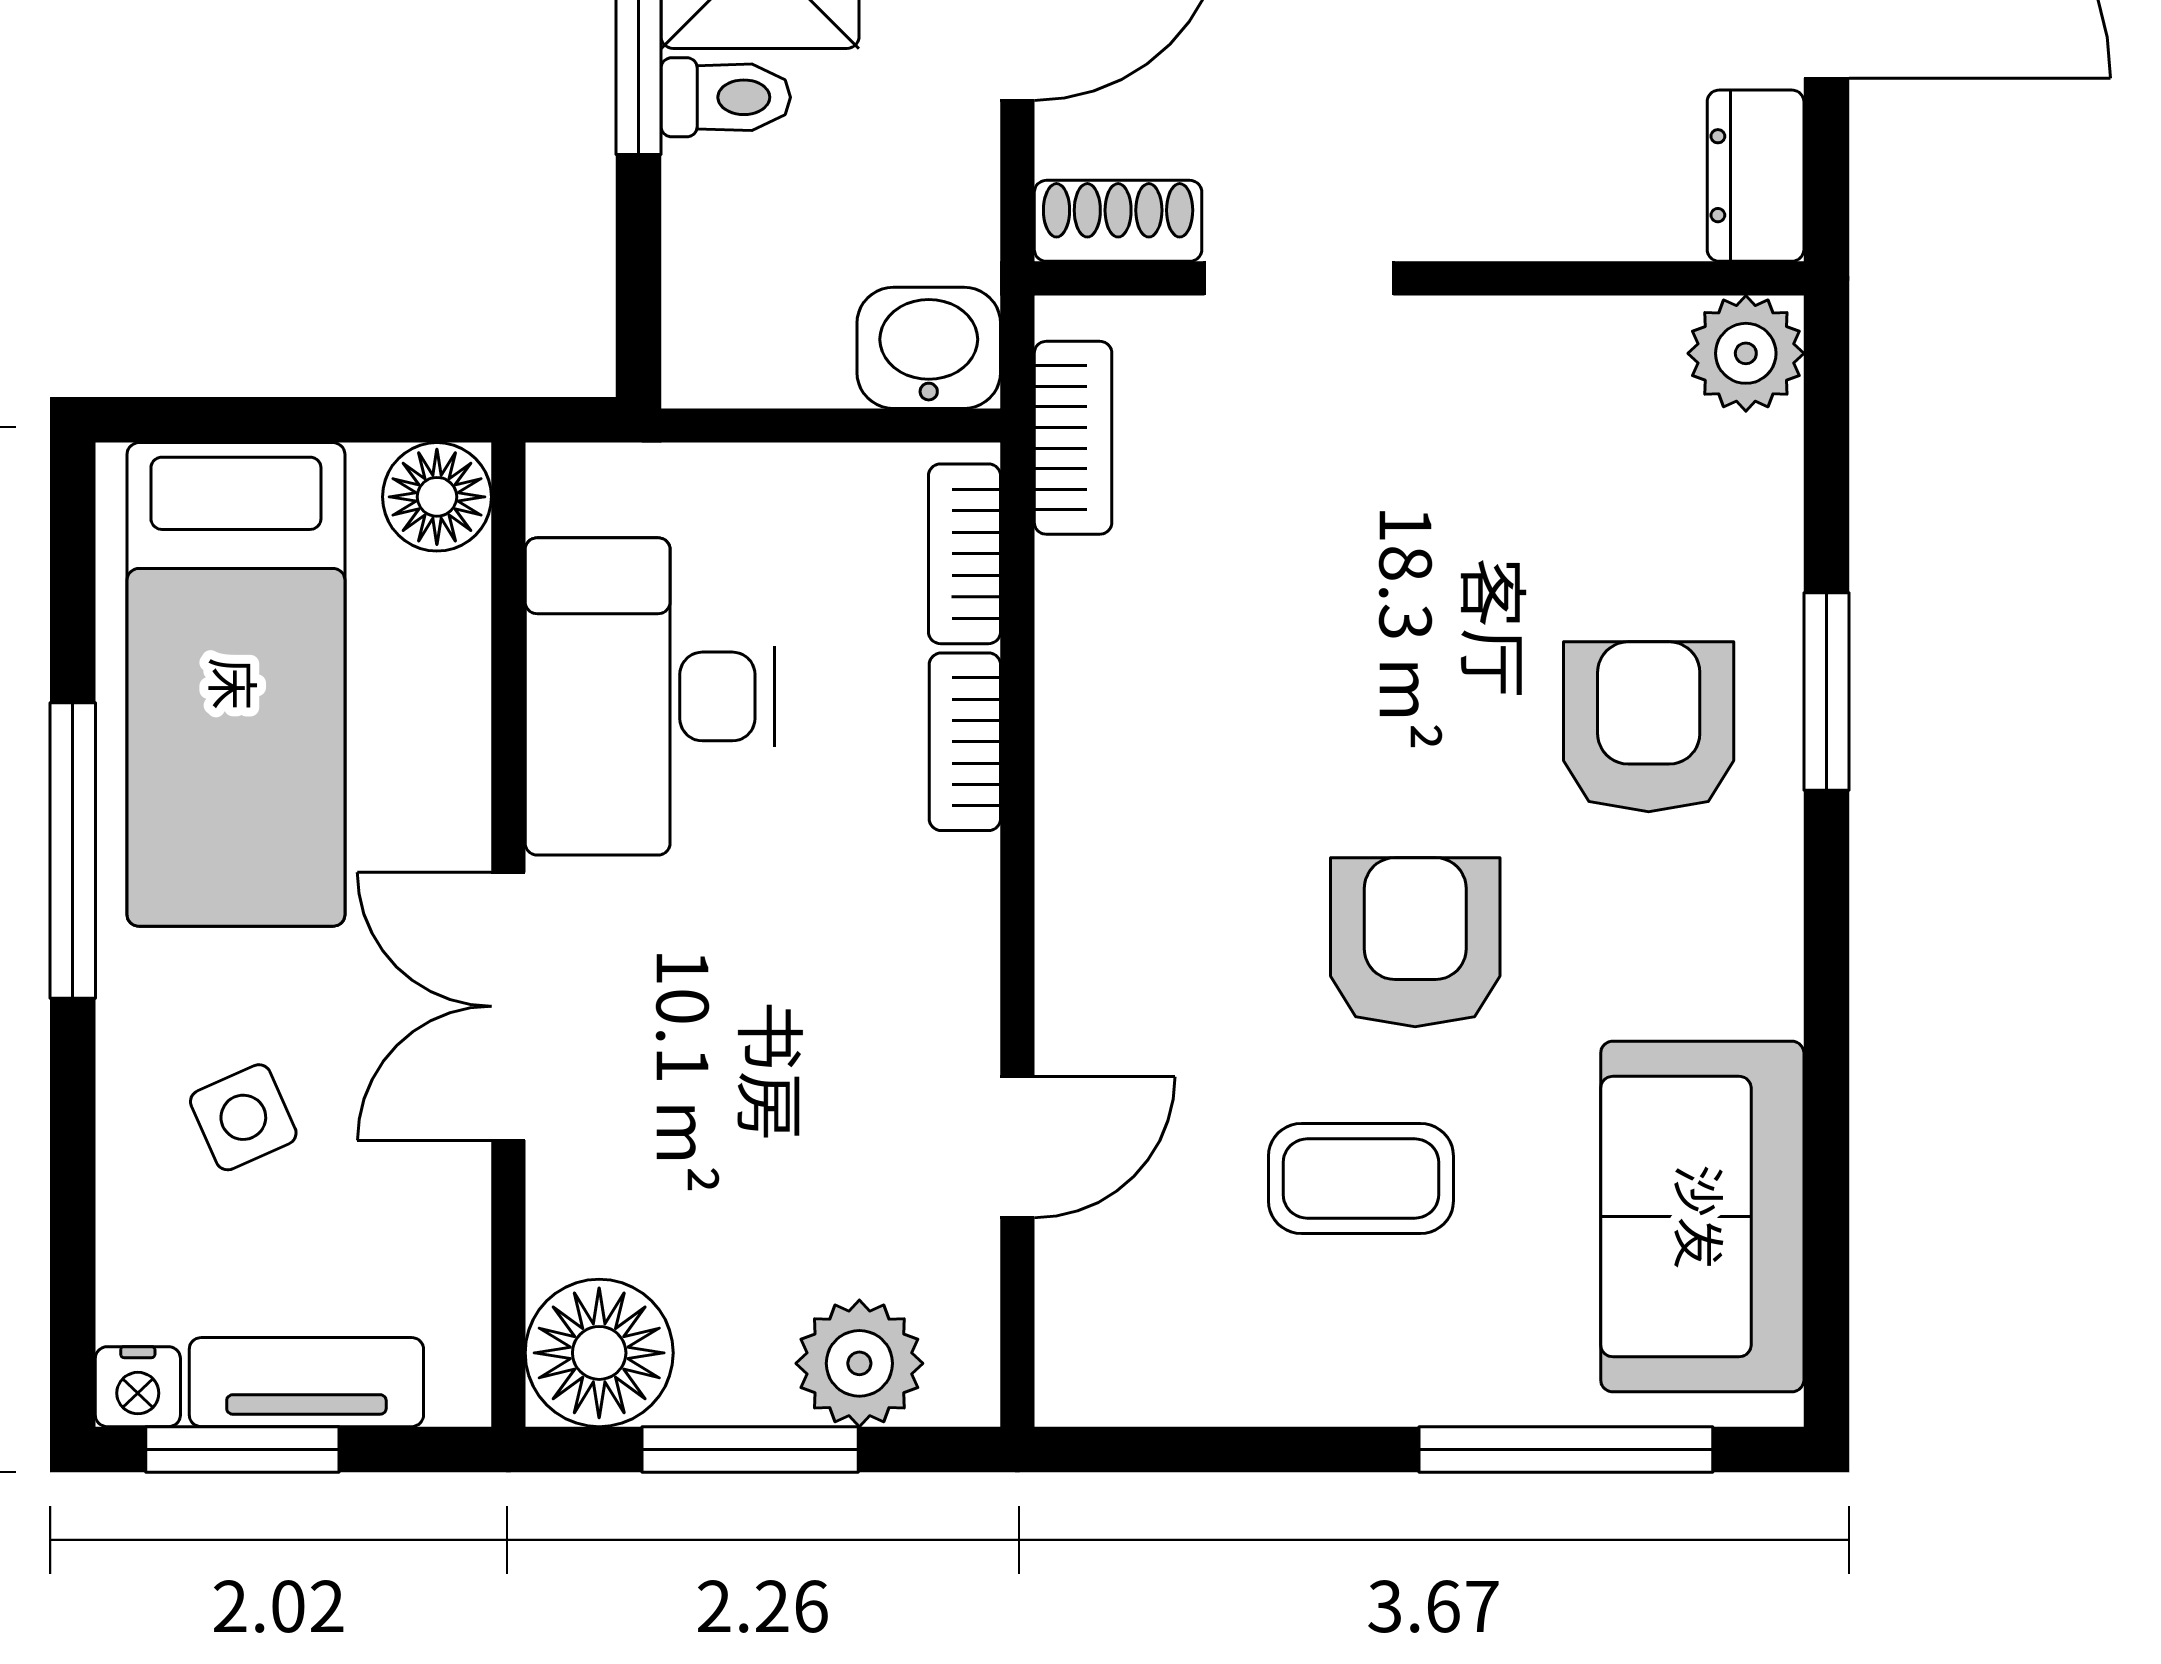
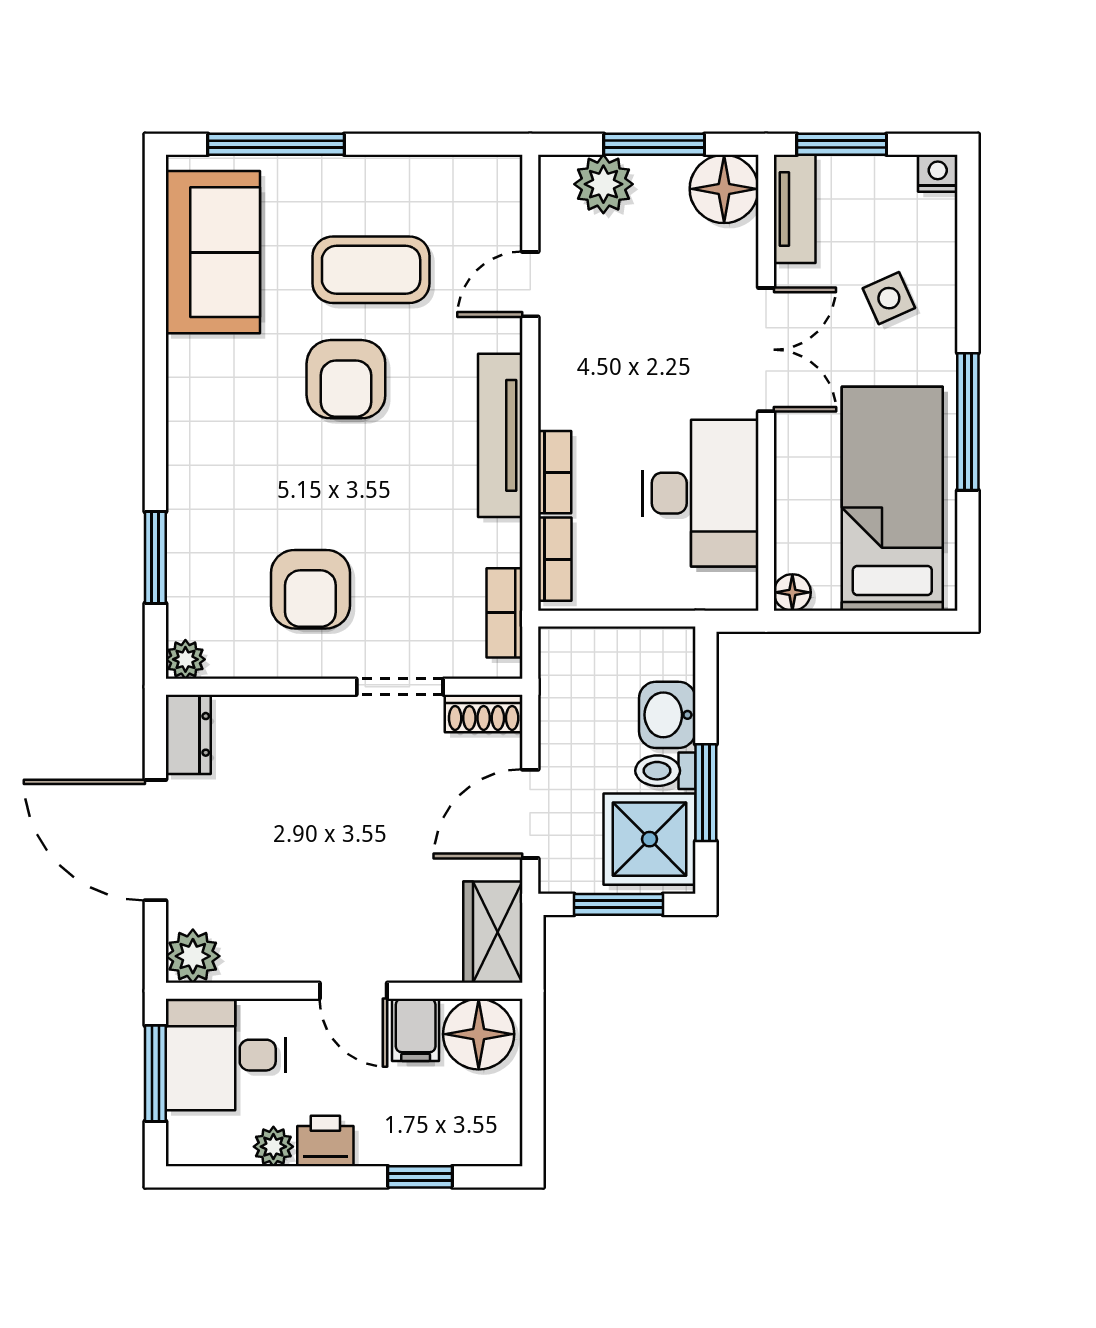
washbasin: (929, 348) -> (667, 715), moved, turned 90
plant: (1746, 353) -> (185, 659), width x0.73, depth x0.73
floor lamp: (437, 497) -> (792, 592), width x0.73, depth x0.73
window: (1826, 691) -> (155, 557), moved
armchair: (1649, 727) -> (310, 589), moved
tv unit: (1082, 821) -> (500, 435), added
coffee table: (1361, 1179) -> (371, 270), width x1.36, depth x1.30
tv unit: (306, 1382) -> (795, 209), moved, turned -90
window: (242, 1449) -> (842, 144), moved

